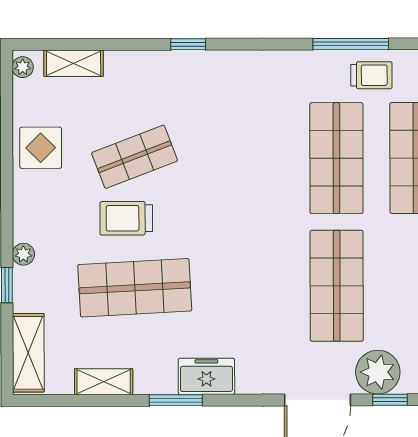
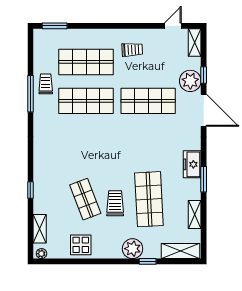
window: (188, 44) -> (30, 190), moved
trolley: (126, 218) -> (115, 203), turned 180
plant: (23, 254) -> (133, 249), width x1.87, depth x1.87

